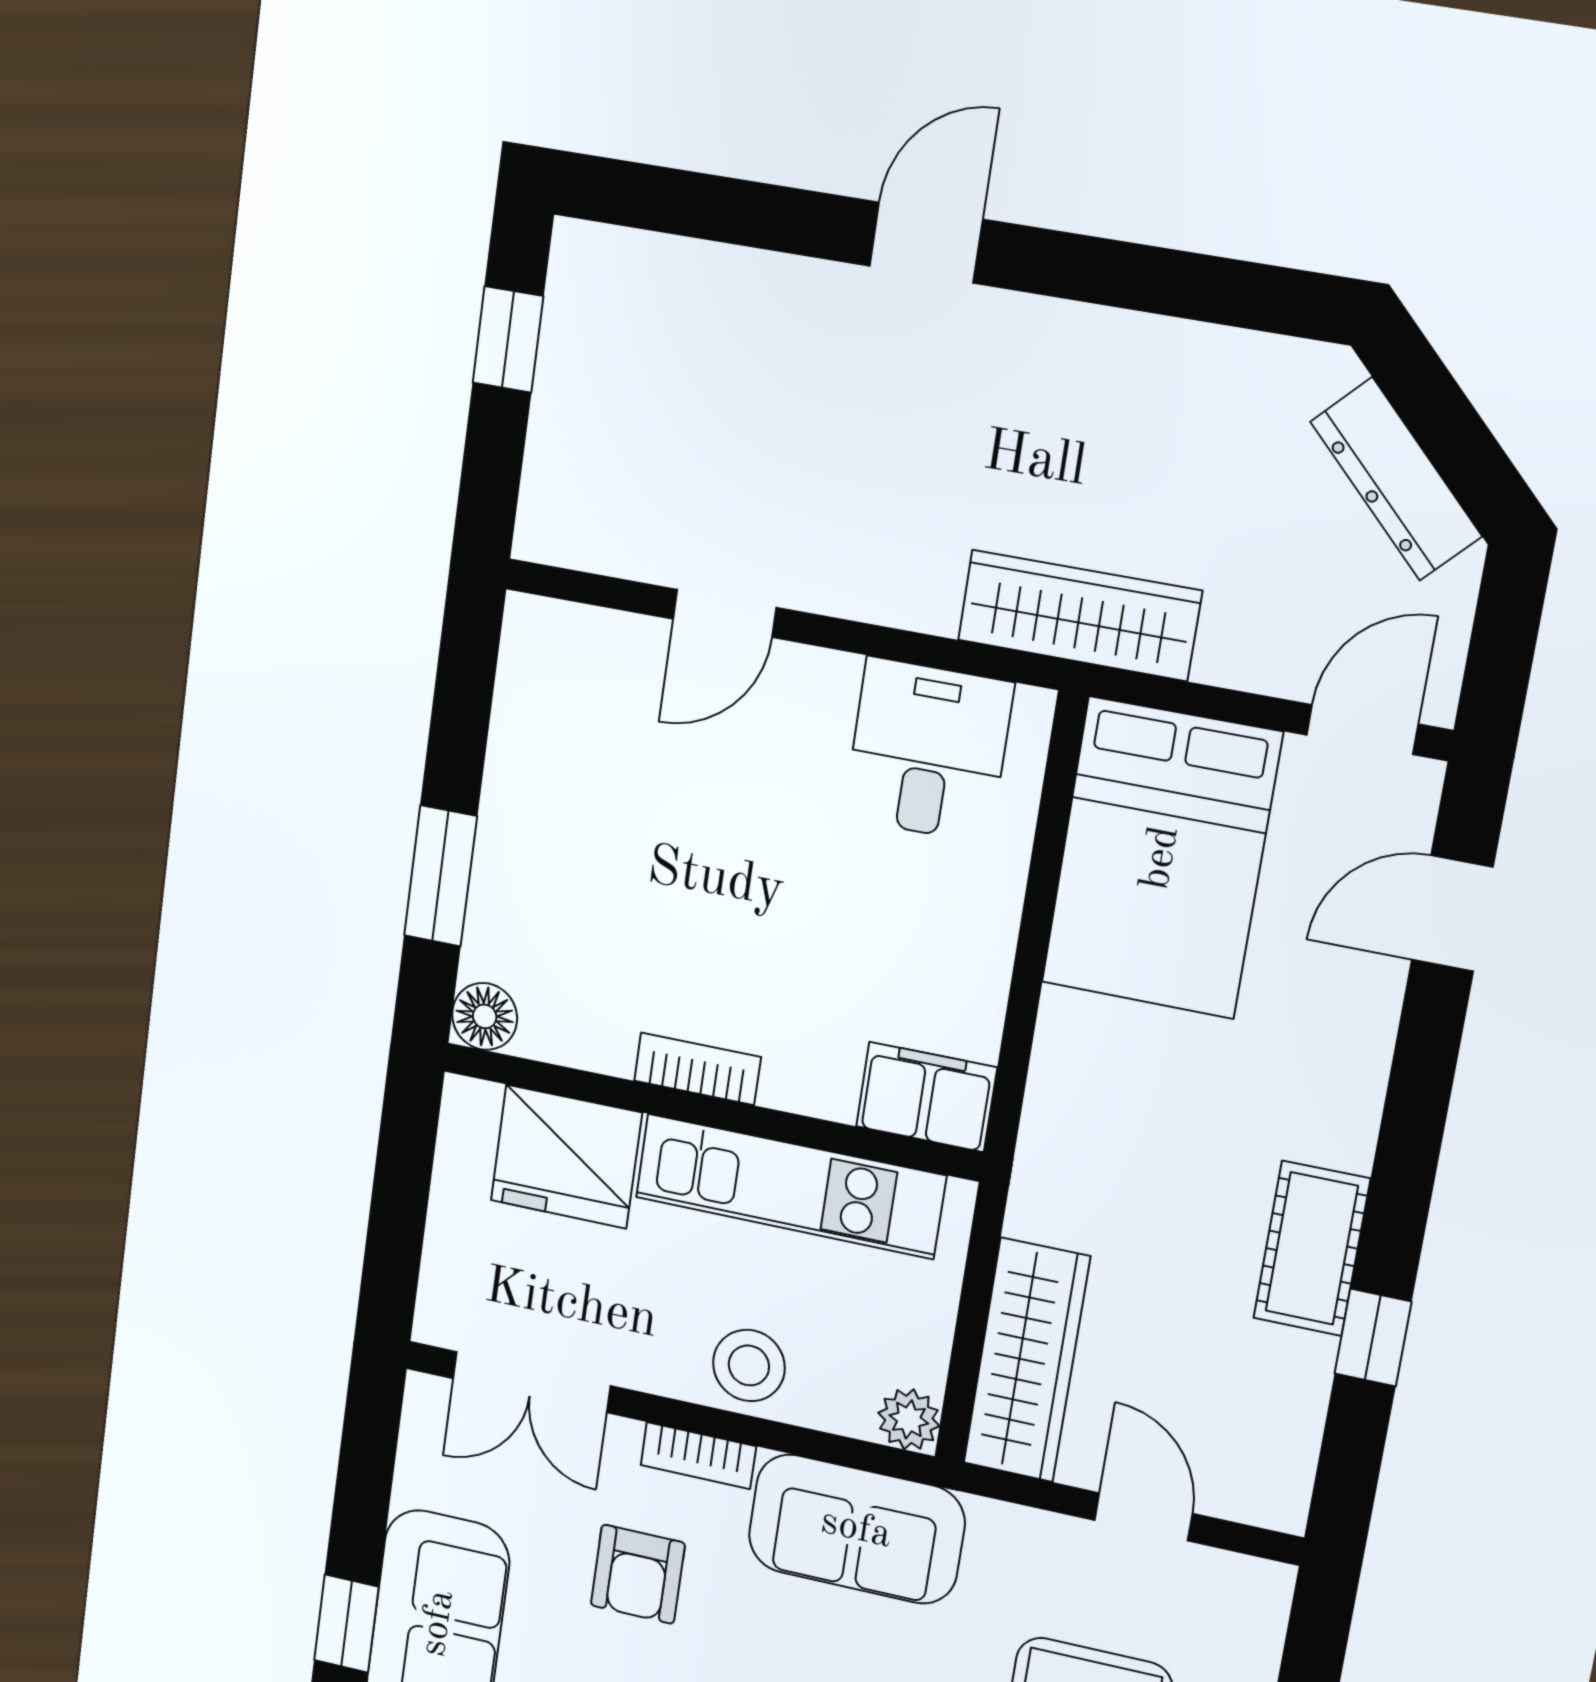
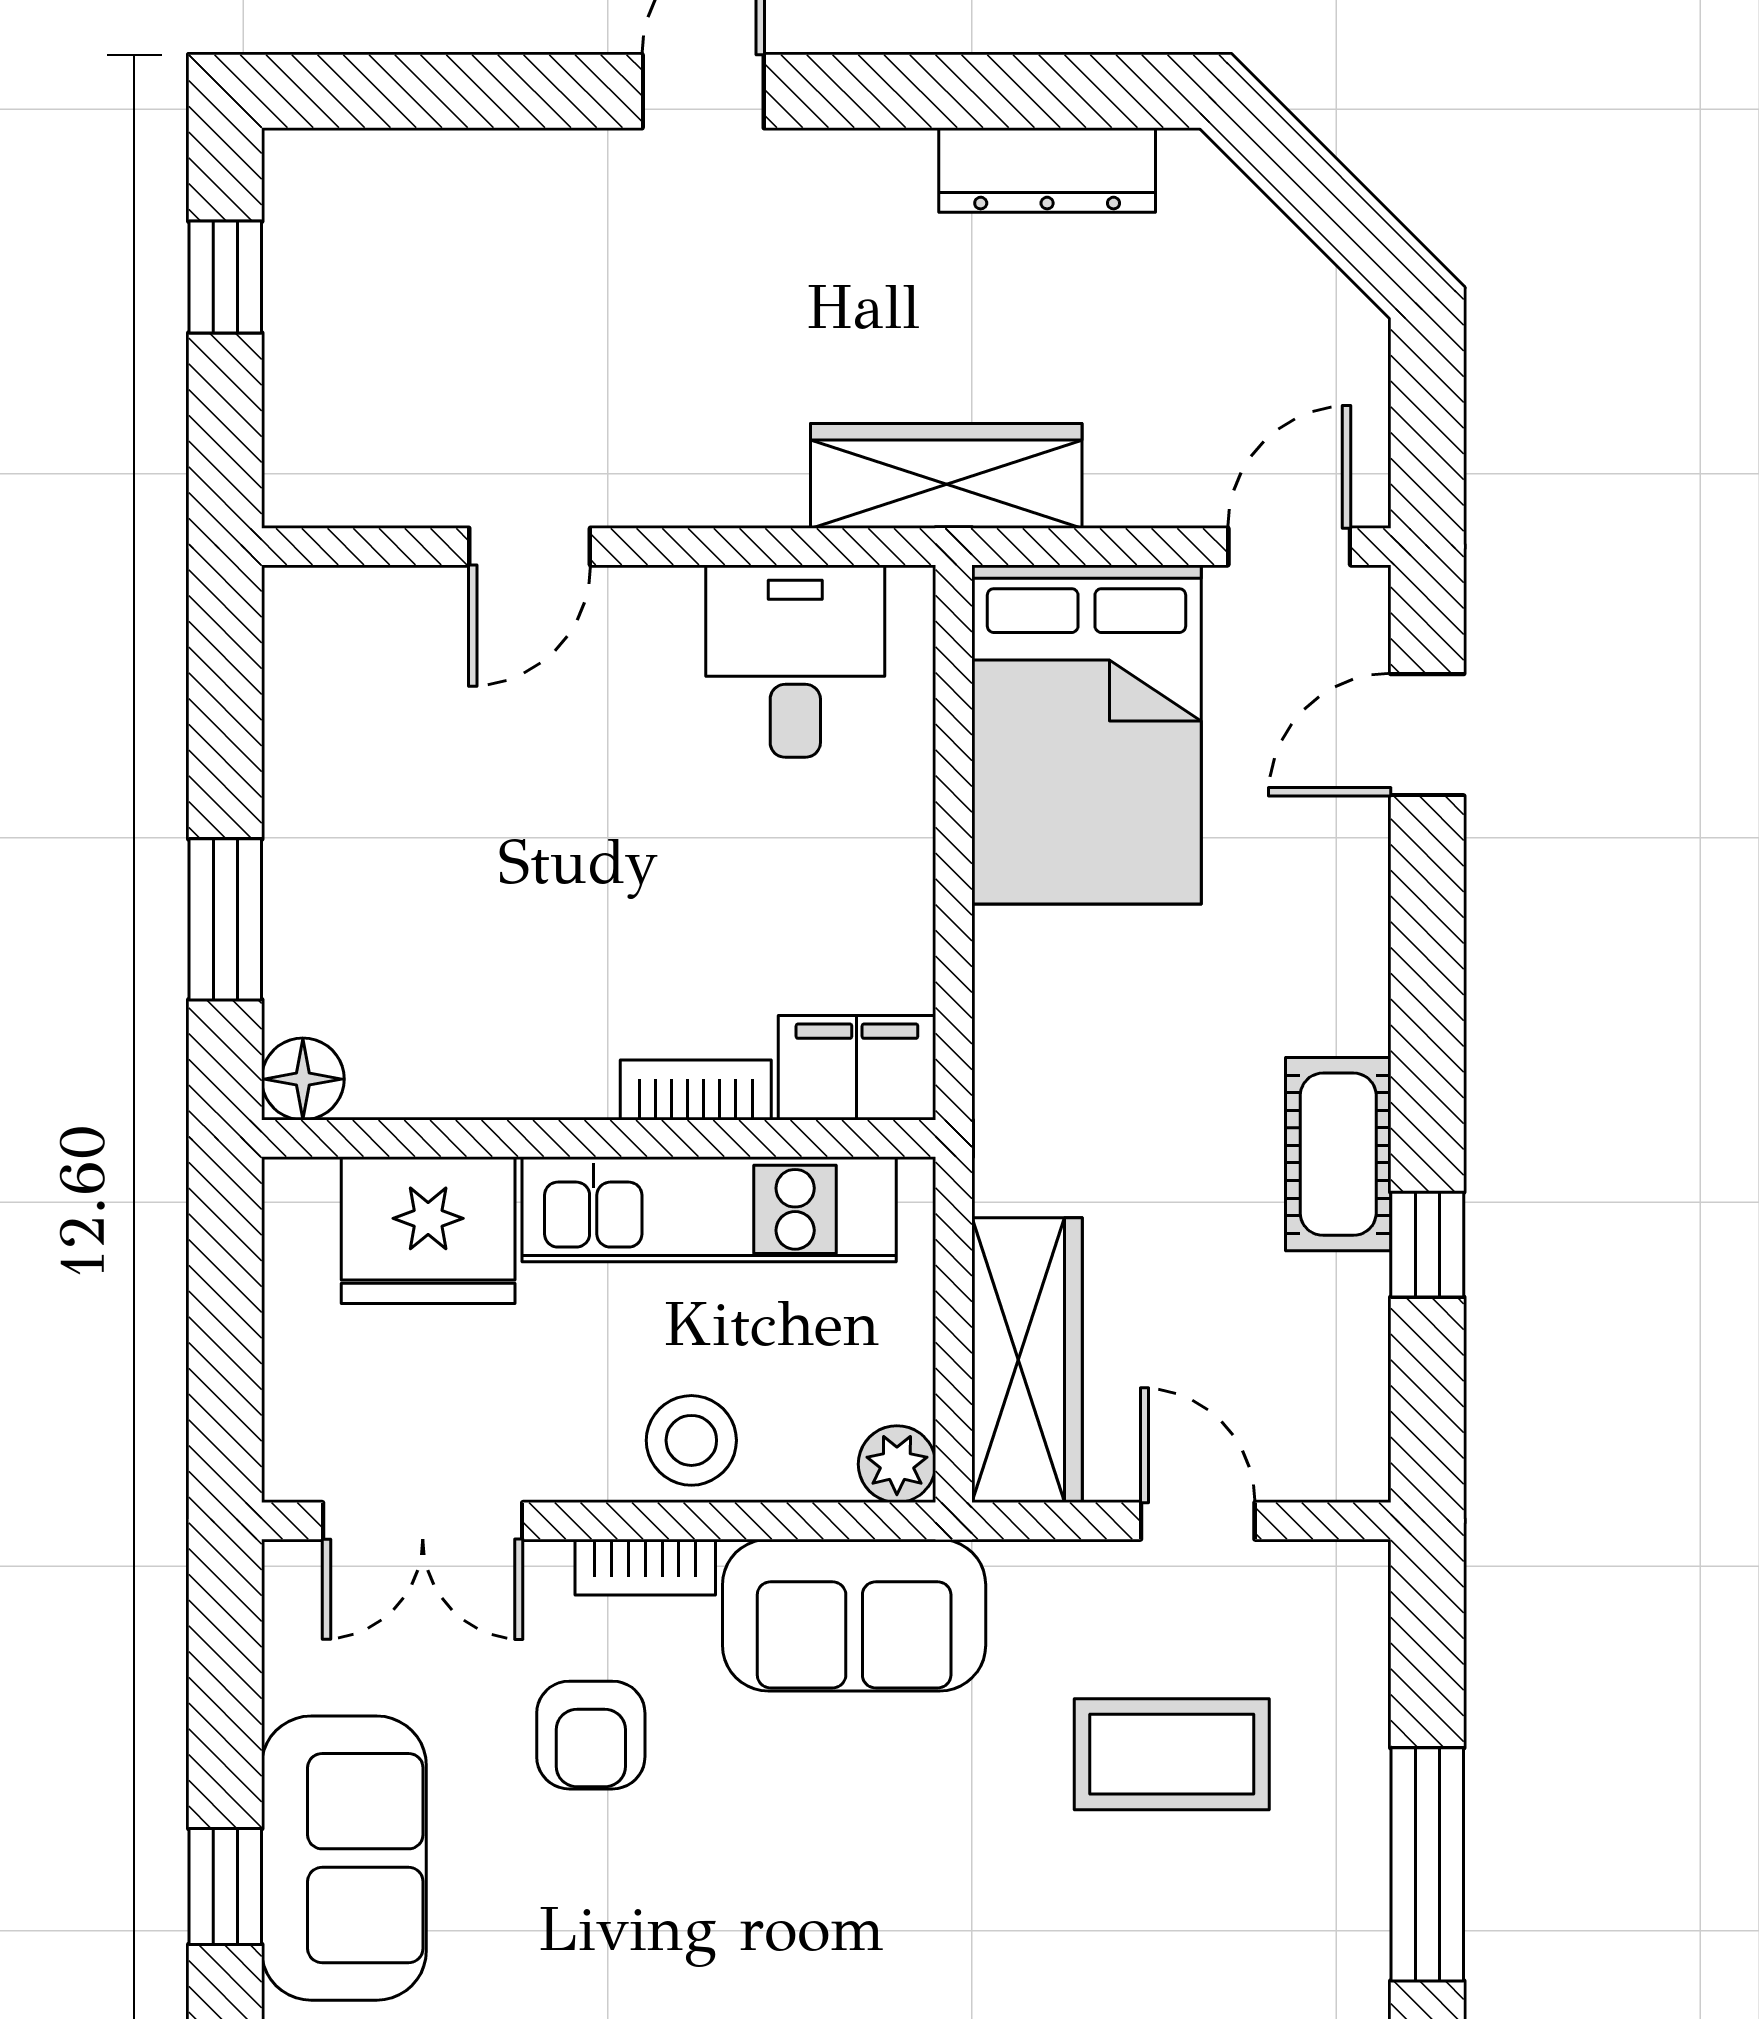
dresser: (1396, 479) -> (1047, 170), moved, turned -45
bookcase: (698, 1069) -> (696, 1090), moved

